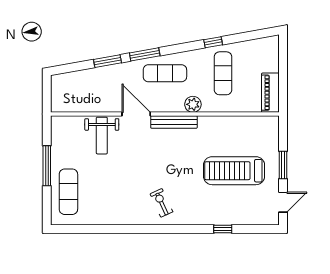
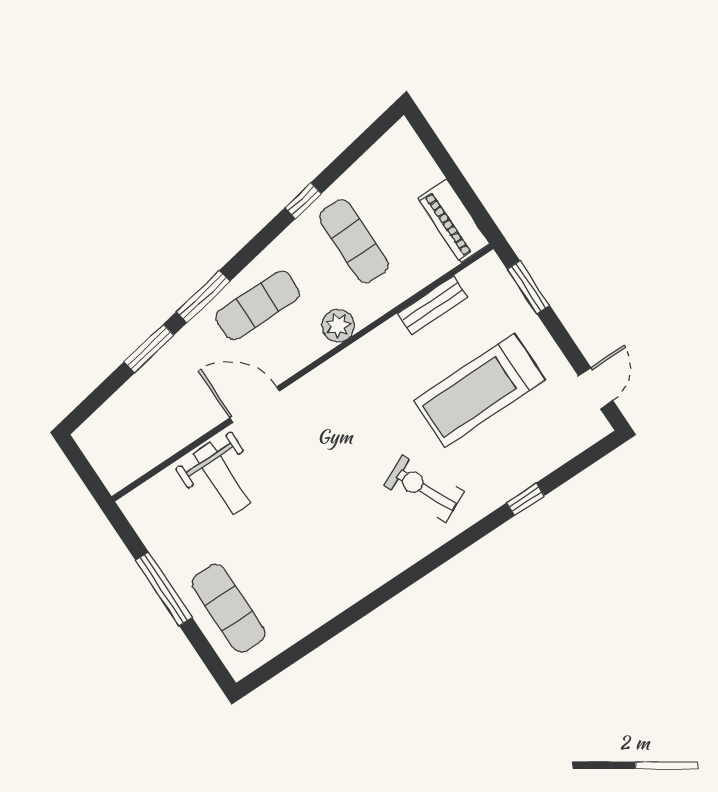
bench: (174, 122) -> (432, 305), moved, width x0.73
window: (283, 165) -> (528, 287), moved
exercise bike: (161, 203) -> (424, 489), moved, width x1.38, depth x1.39

